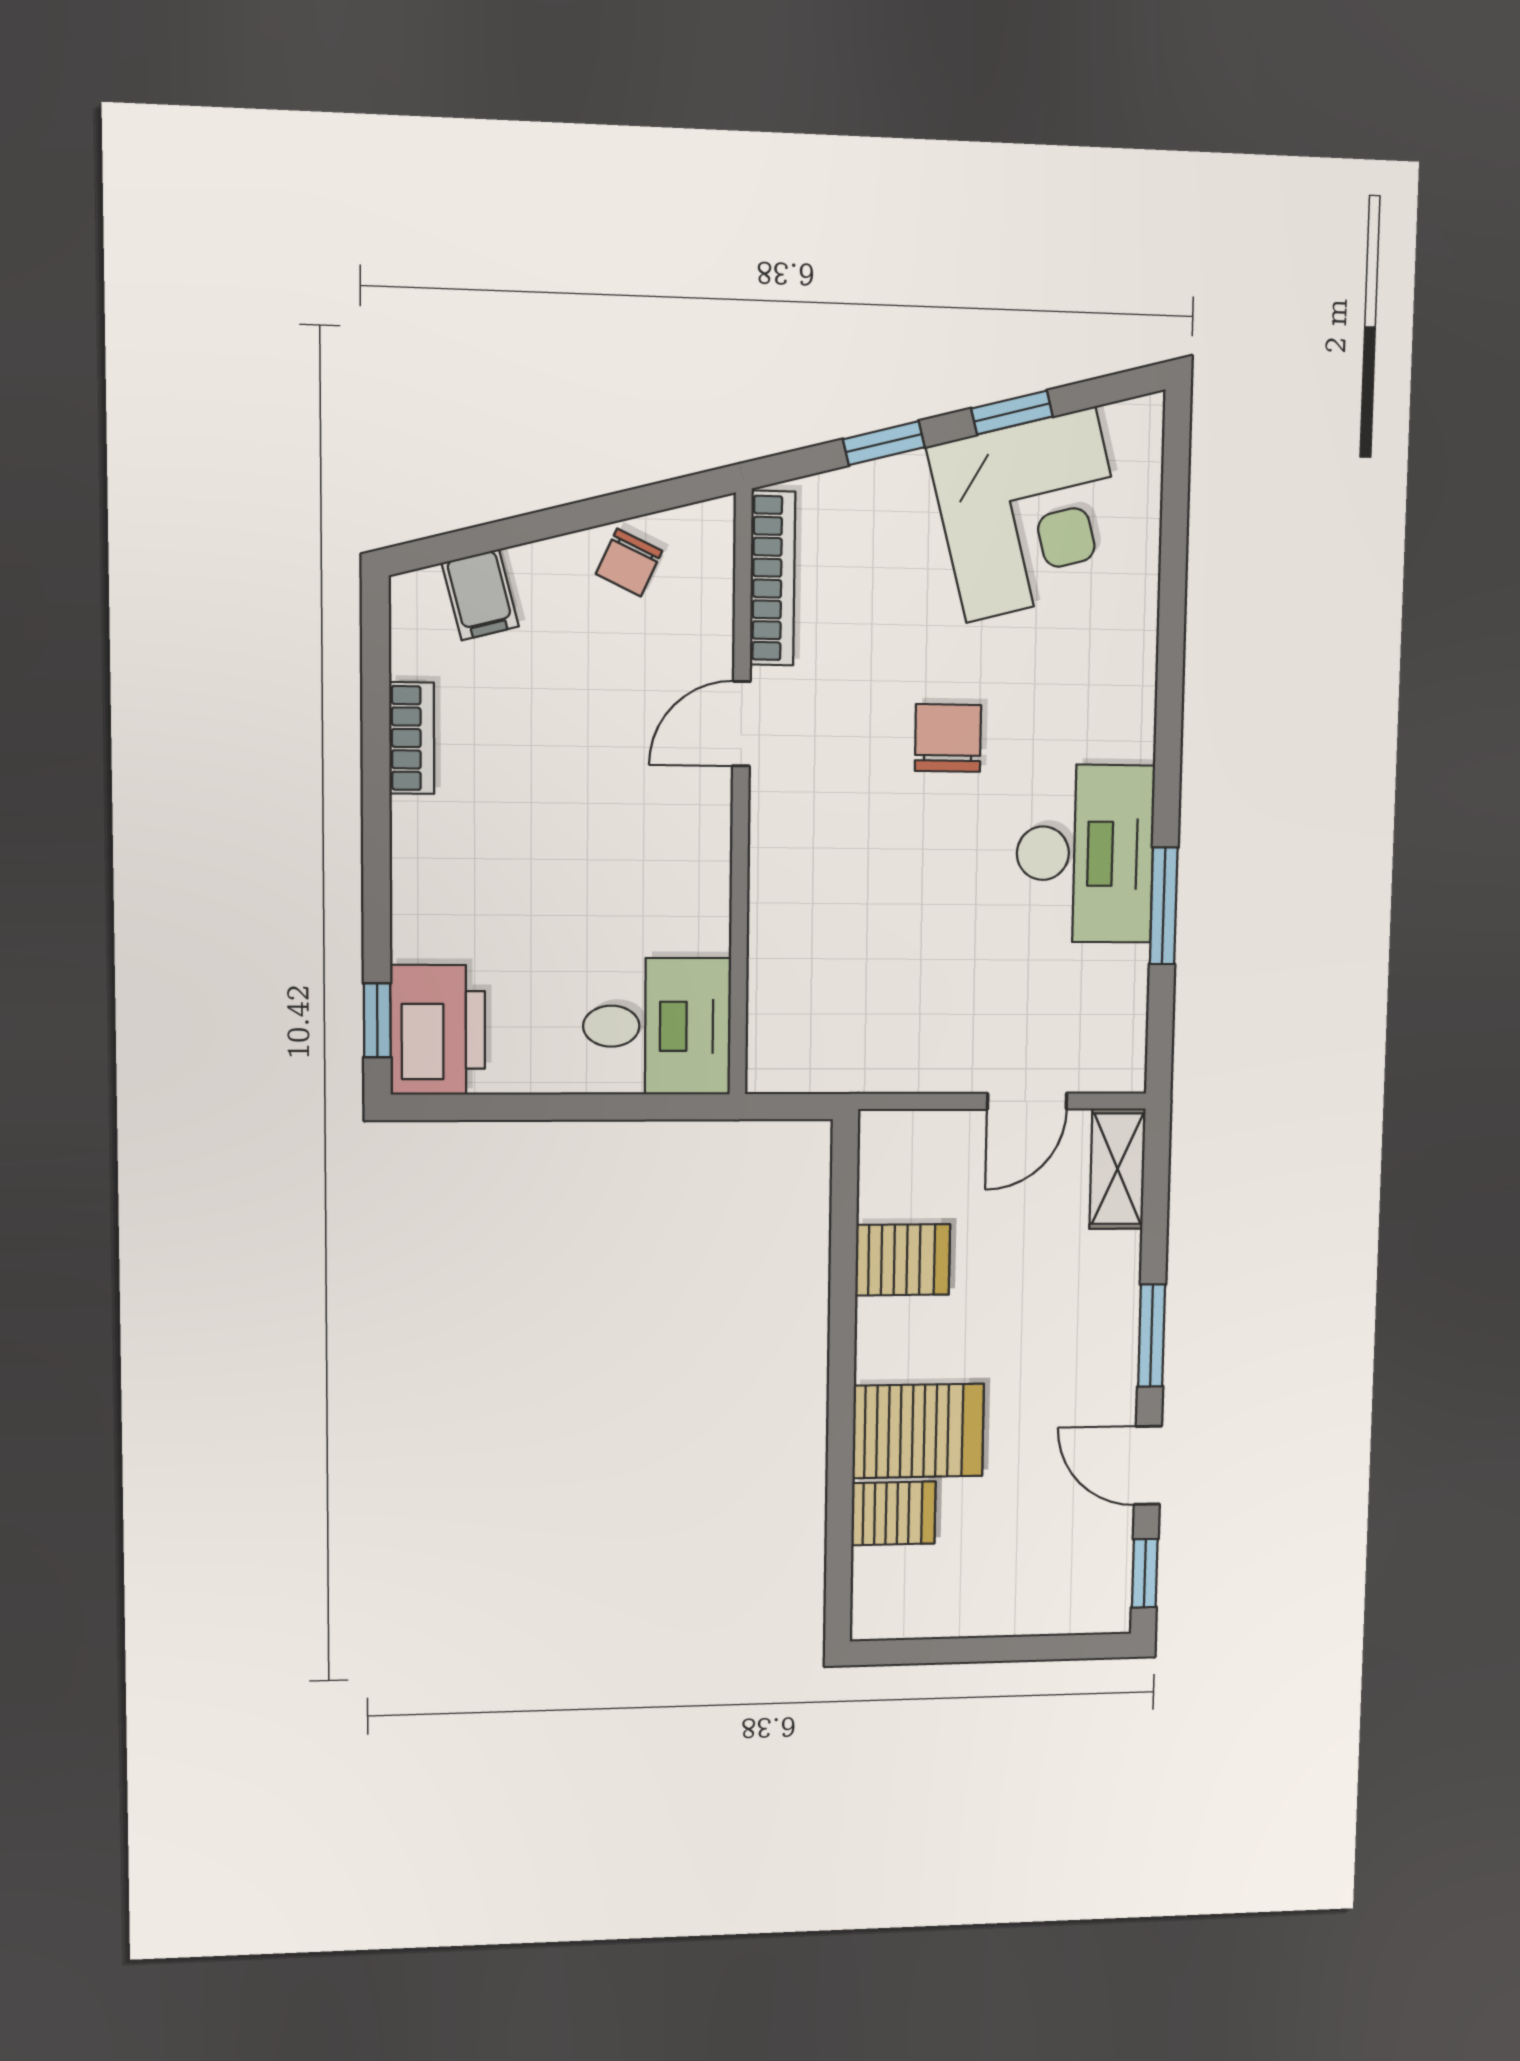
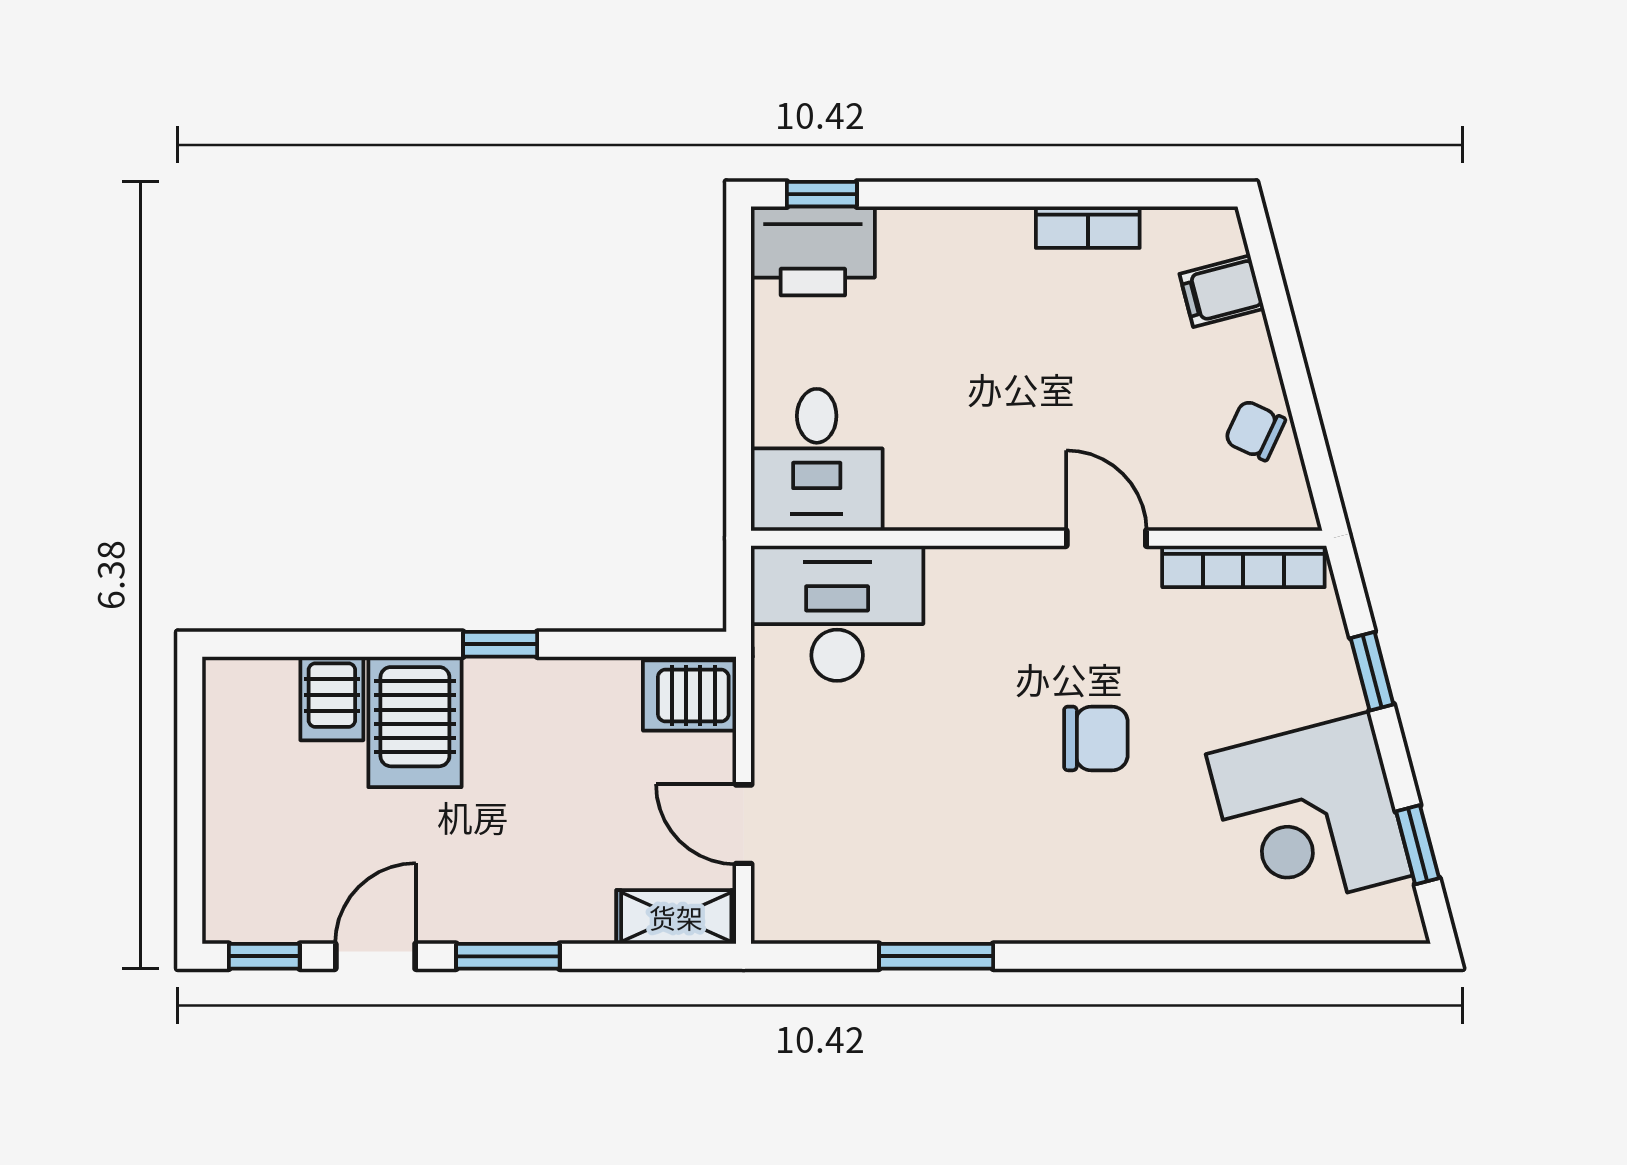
window: (1012, 412) -> (1418, 845), moved
desk: (1085, 854) -> (837, 613), moved, turned 180
server rack: (903, 1260) -> (690, 696), moved, turned 90
window: (842, 1347) -> (500, 644), added

